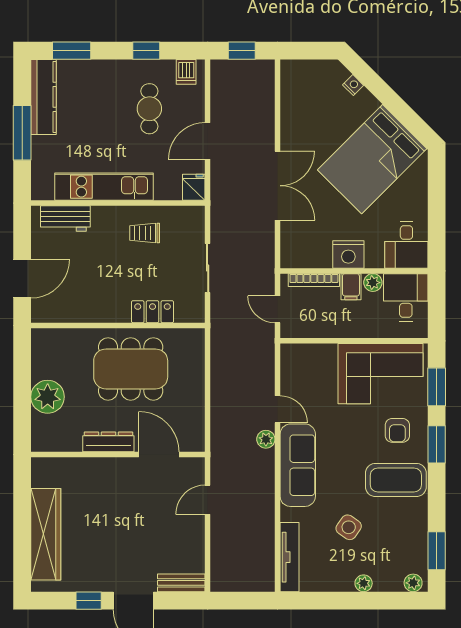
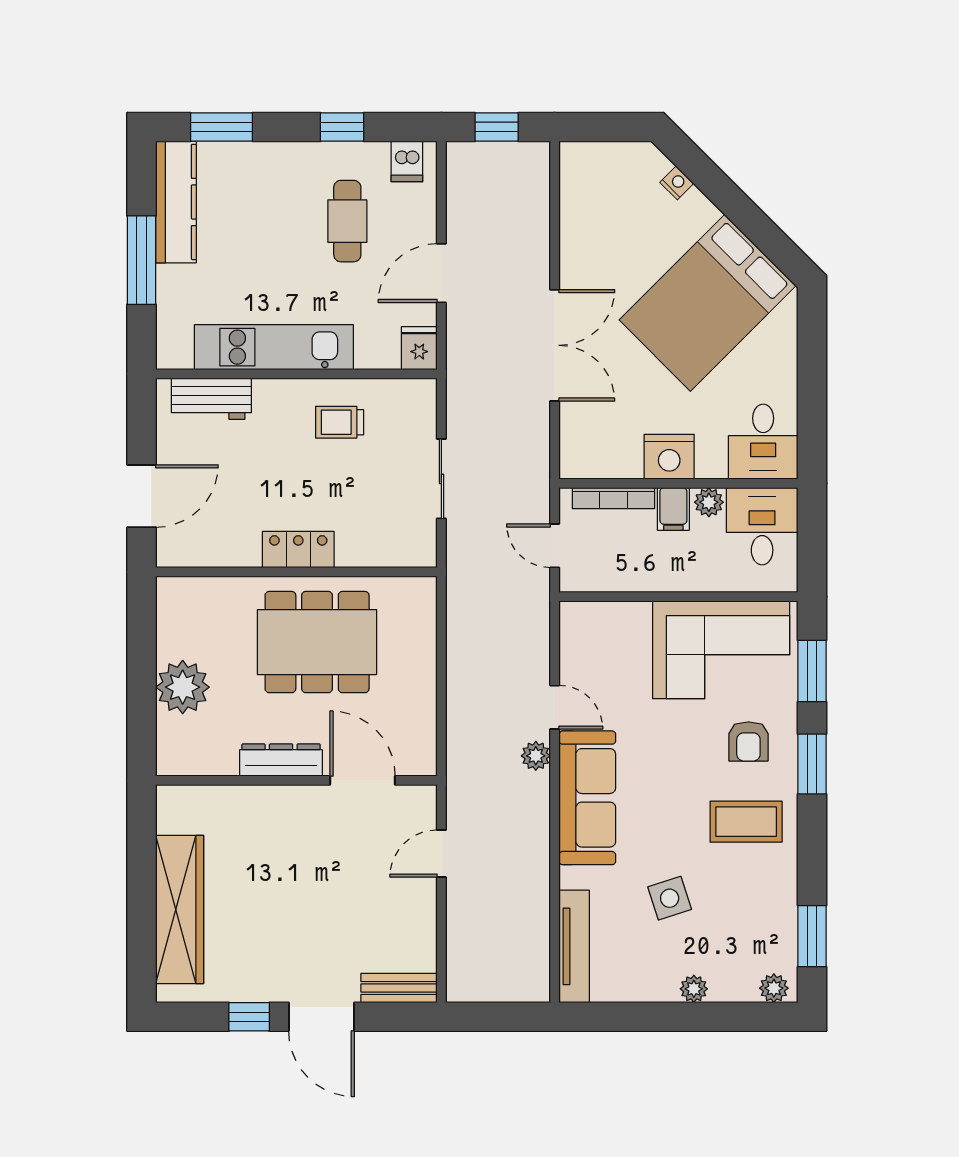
locker: (152, 312) -> (298, 549), moved
coffee table: (396, 480) -> (746, 822), width x0.73, depth x0.76
side table: (349, 527) -> (670, 898), turned 37

